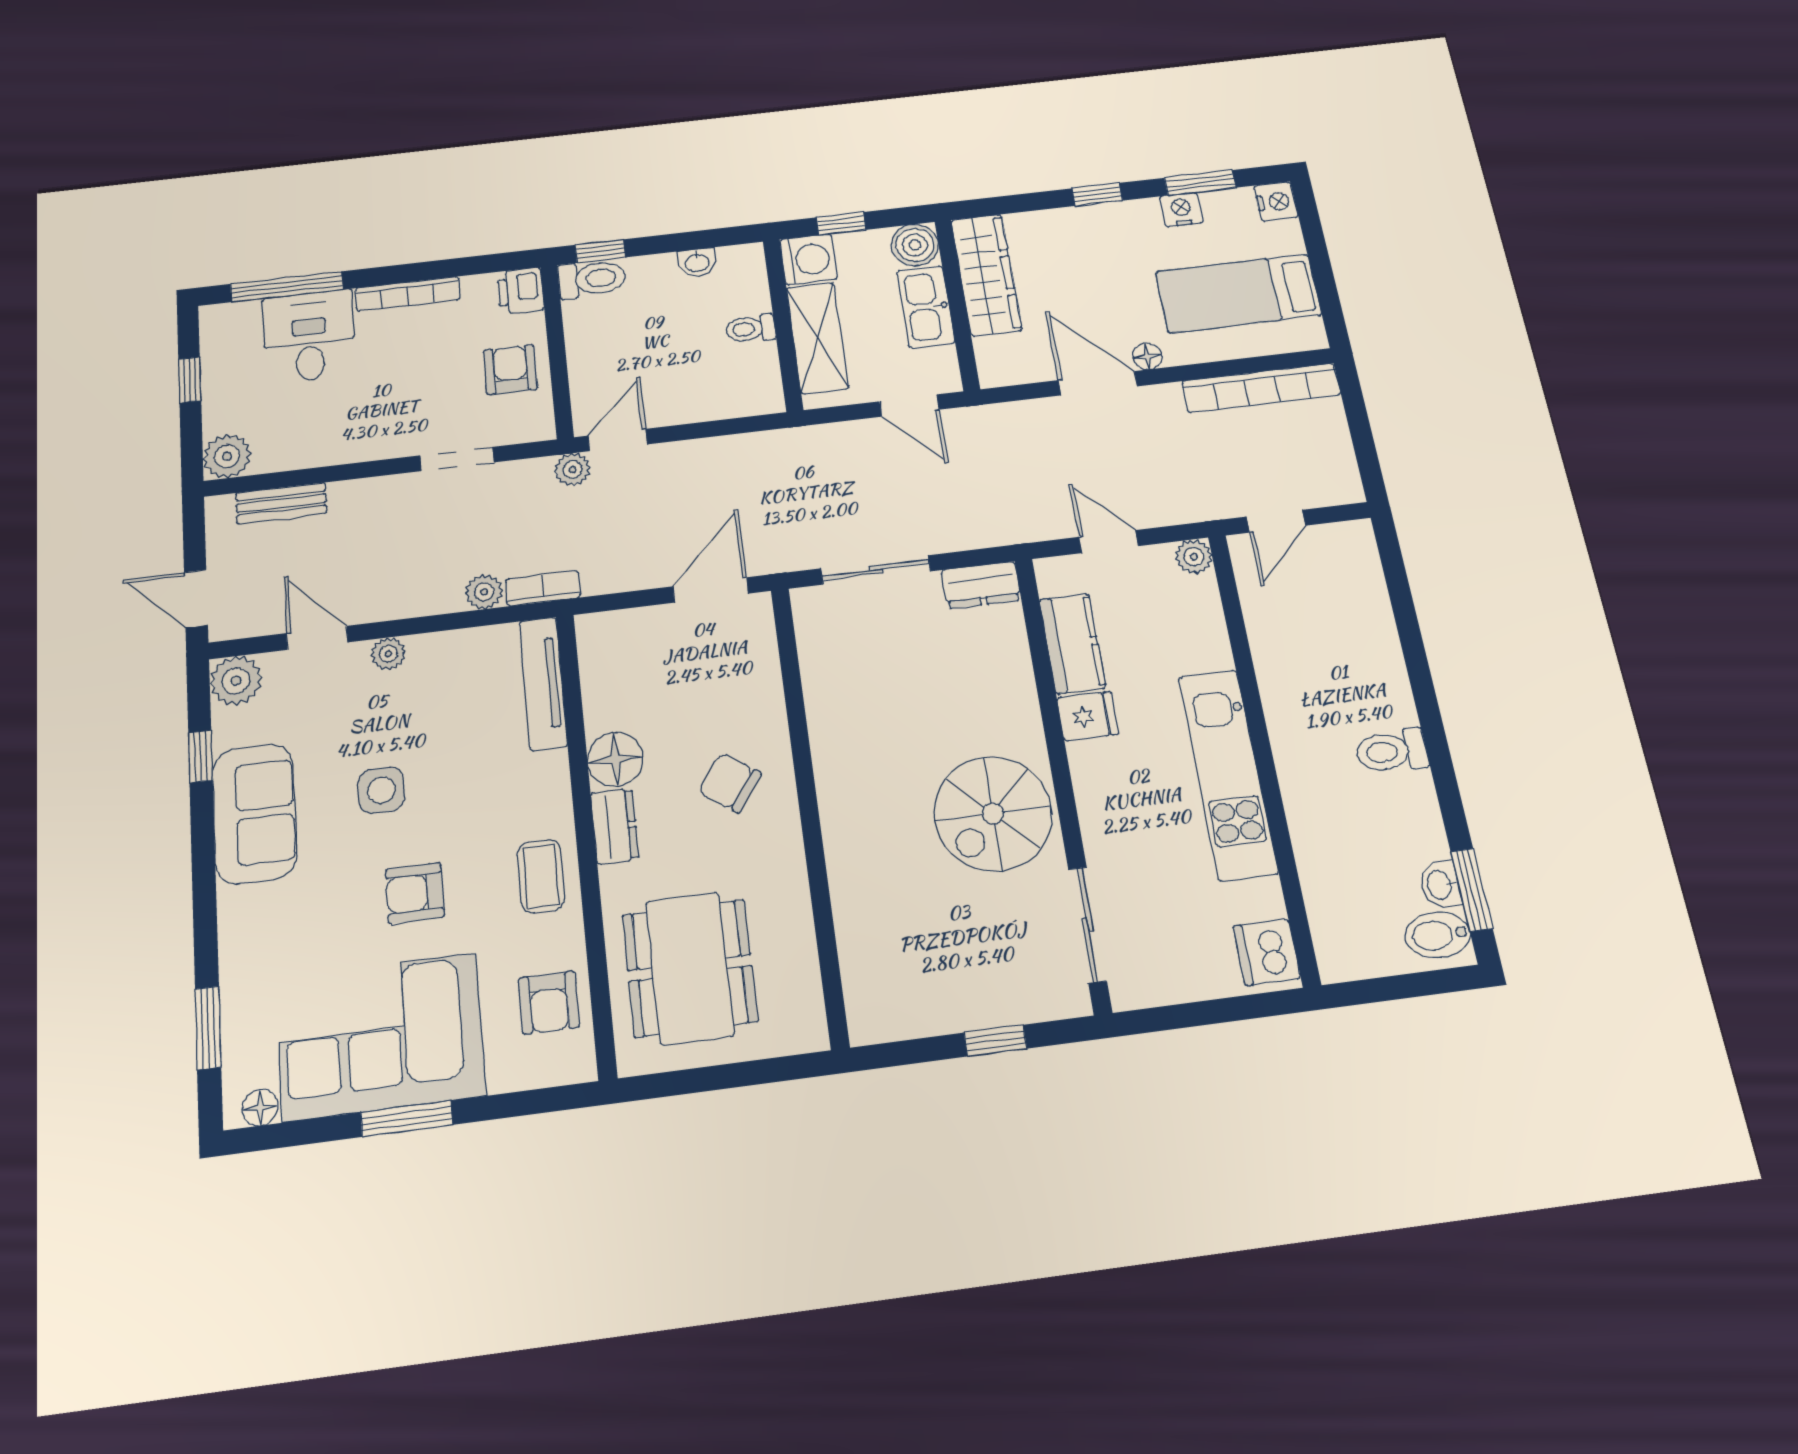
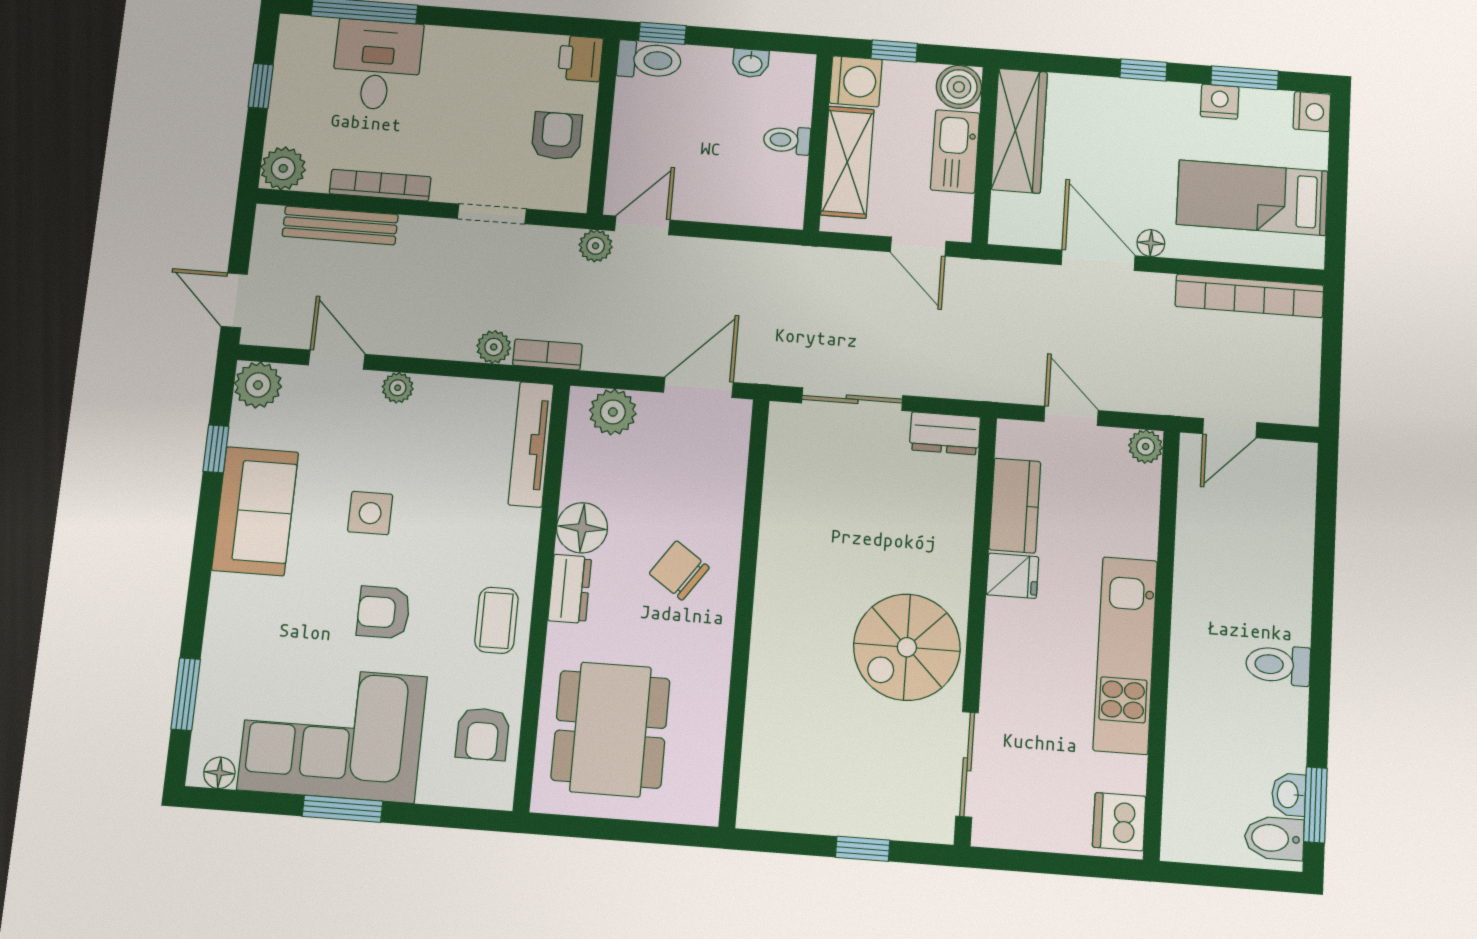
bookcase: (408, 294) -> (380, 185), moved, turned 180
bench: (281, 503) -> (340, 225), width x1.36
plant: (625, 633) -> (613, 412), added

